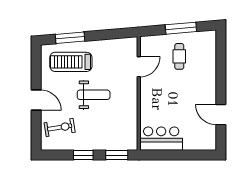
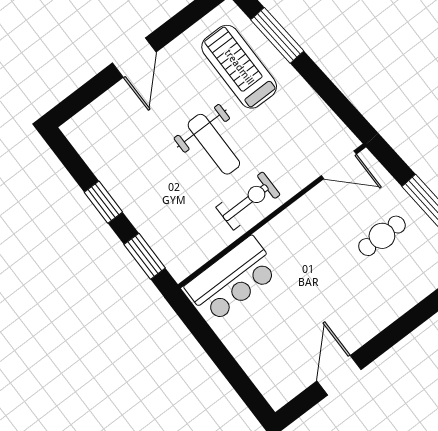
door: (139, 67) -> (339, 165), moved
exercise bike: (60, 127) -> (248, 201), moved, turned -81
bar counter: (161, 139) -> (232, 279), moved, turned 90

